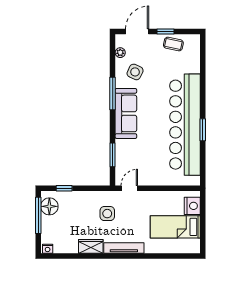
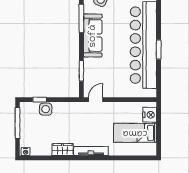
floor lamp: (49, 206) -> (27, 115), removed
side table: (107, 214) -> (46, 109), moved

